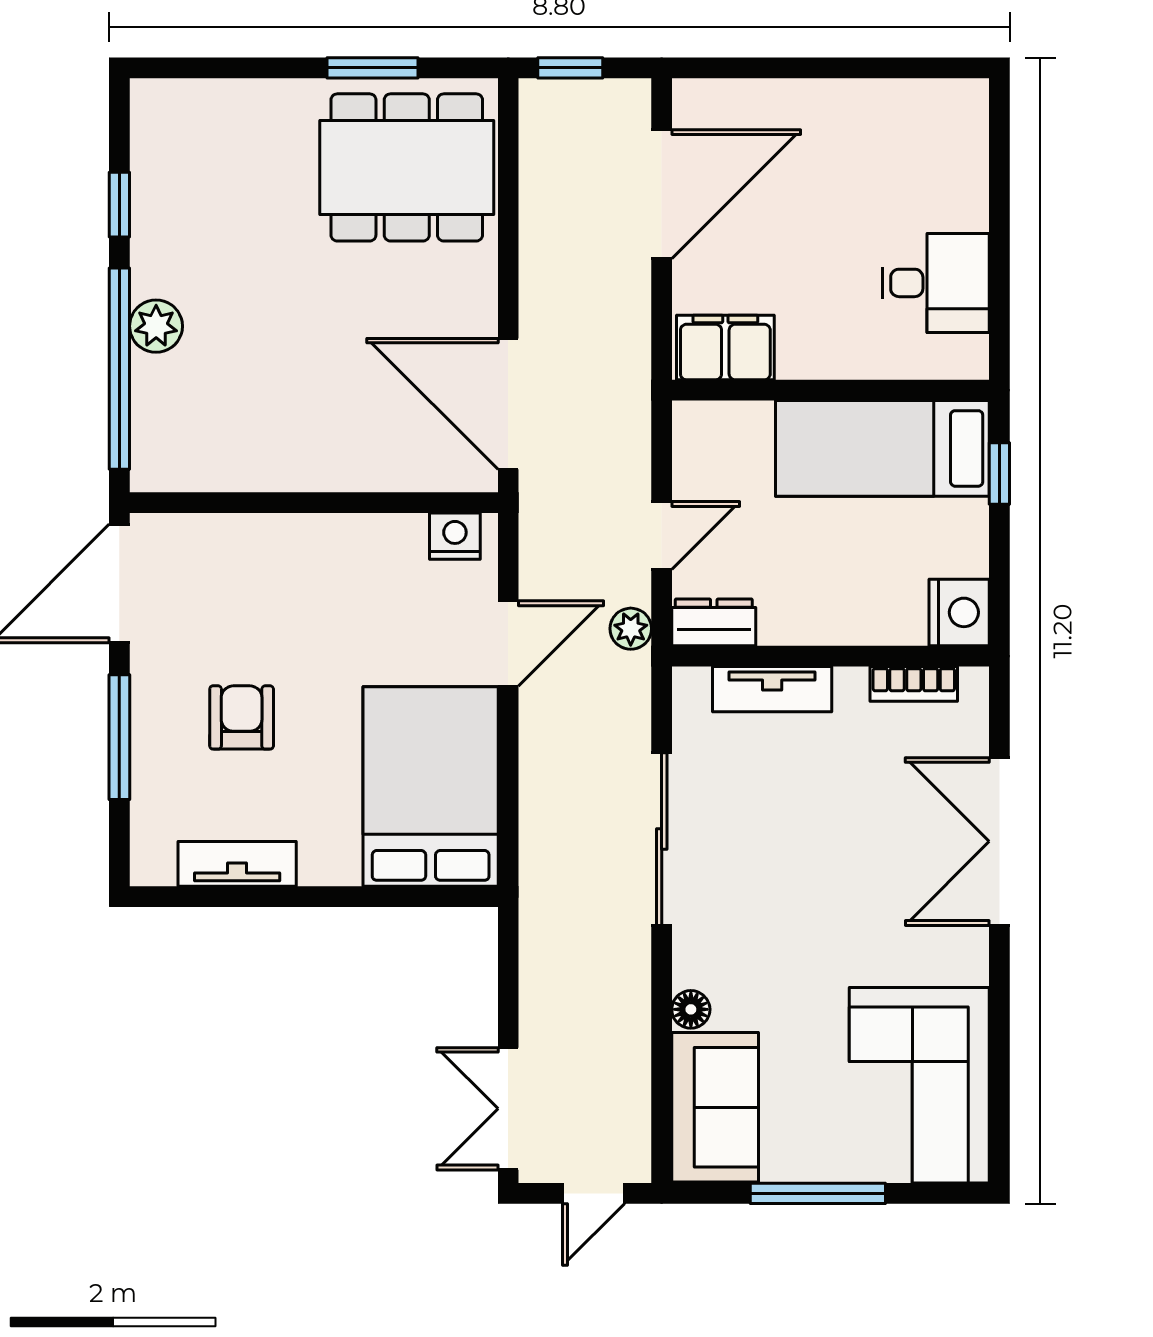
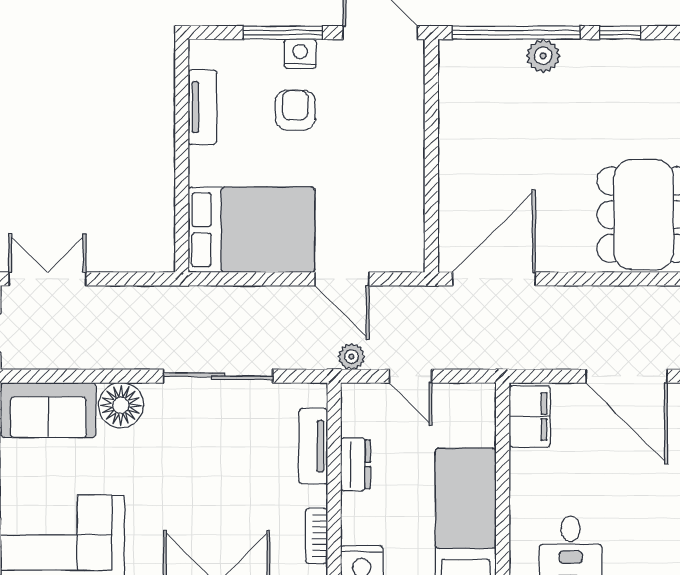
nightstand: (455, 536) -> (300, 54), moved, turned -90
dresser: (714, 622) -> (355, 464), moved
armchair: (242, 717) -> (295, 110), turned -90
floor lamp: (691, 1009) -> (121, 405), width x1.89, depth x1.89

